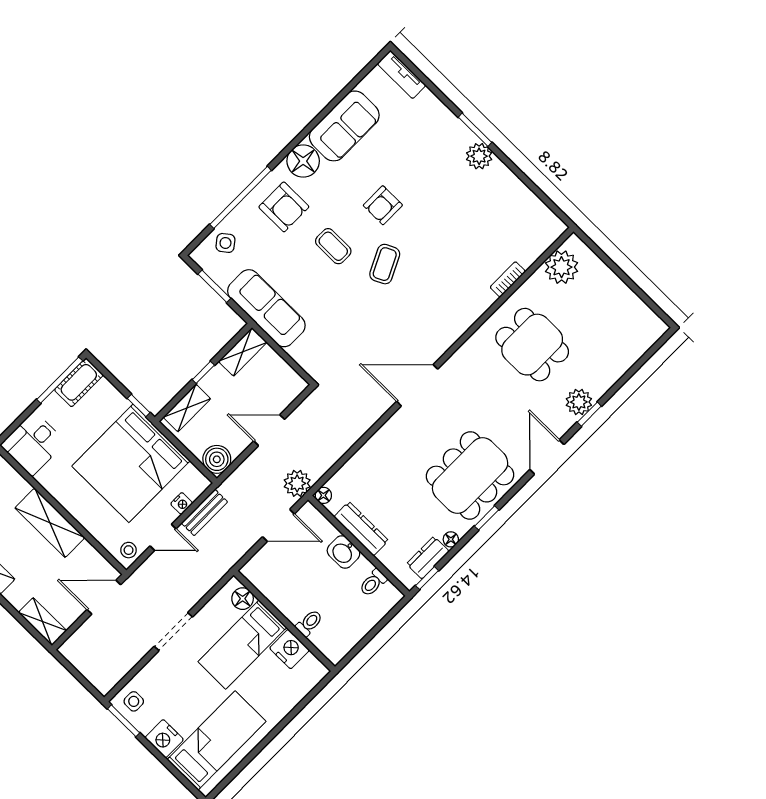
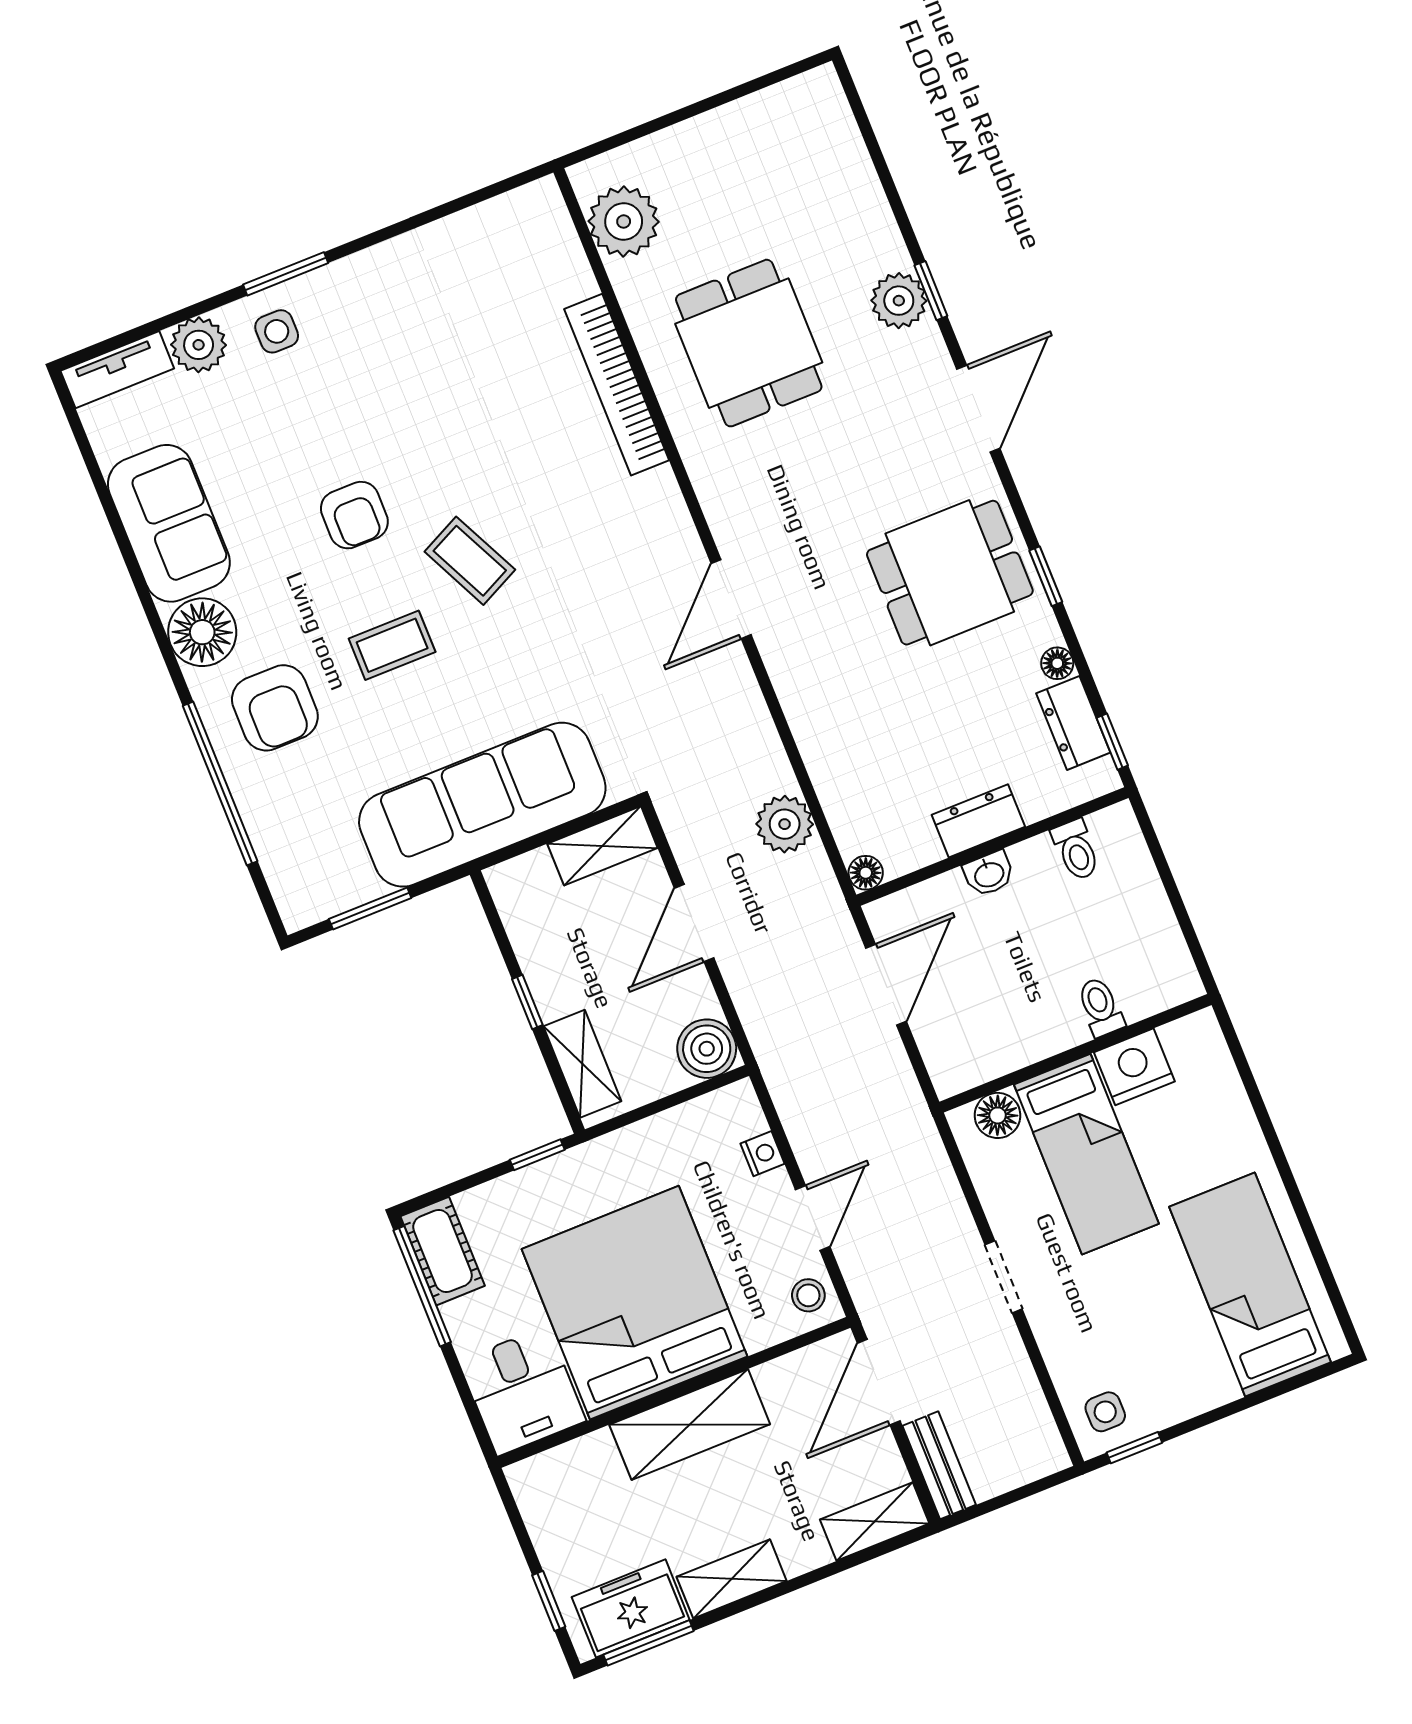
plant: (479, 156) -> (199, 345), moved
armchair: (284, 207) -> (275, 708), turned 90
side table: (225, 243) -> (277, 331), moved, turned 37
bookcase: (508, 279) -> (617, 385), width x2.31, depth x1.31
sofa: (266, 308) -> (482, 805), width x1.36, depth x1.27
dining table: (532, 345) -> (749, 343), turned 90
shelving: (243, 352) -> (602, 846), moved, turned 90
door: (417, 385) -> (731, 599), width x0.73
door: (547, 457) -> (978, 409), swing flipped
bed: (131, 463) -> (634, 1303), moved, turned 180
dining table: (470, 475) -> (950, 573), width x0.73
plant: (297, 483) -> (785, 824), moved
bench: (204, 512) -> (939, 1465), moved
dresser: (361, 529) -> (978, 821), width x0.70
washbasin: (343, 552) -> (989, 874), width x0.72, depth x0.69
doorway: (173, 632) -> (1003, 1277), width x0.73
window: (124, 721) -> (1134, 1448), width x0.67
nightstand: (164, 739) -> (1203, 1384), removed

